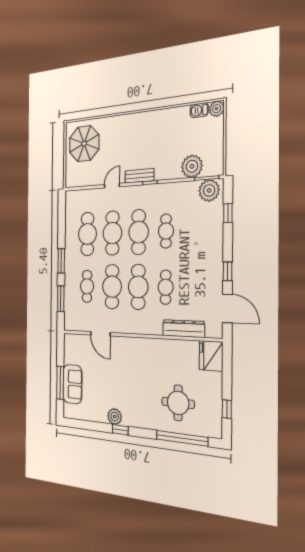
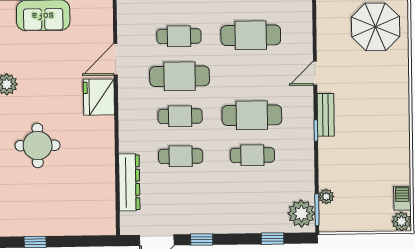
plant: (192, 166) -> (326, 197), width x0.53, depth x0.53
door: (112, 186) -> (315, 73), swing flipped
cafe table: (112, 233) -> (251, 75), removed
cafe table: (138, 287) -> (180, 116), width x0.73, depth x0.74
fridge: (211, 356) -> (99, 97), moved, turned -90
round table: (178, 403) -> (38, 145), moved

